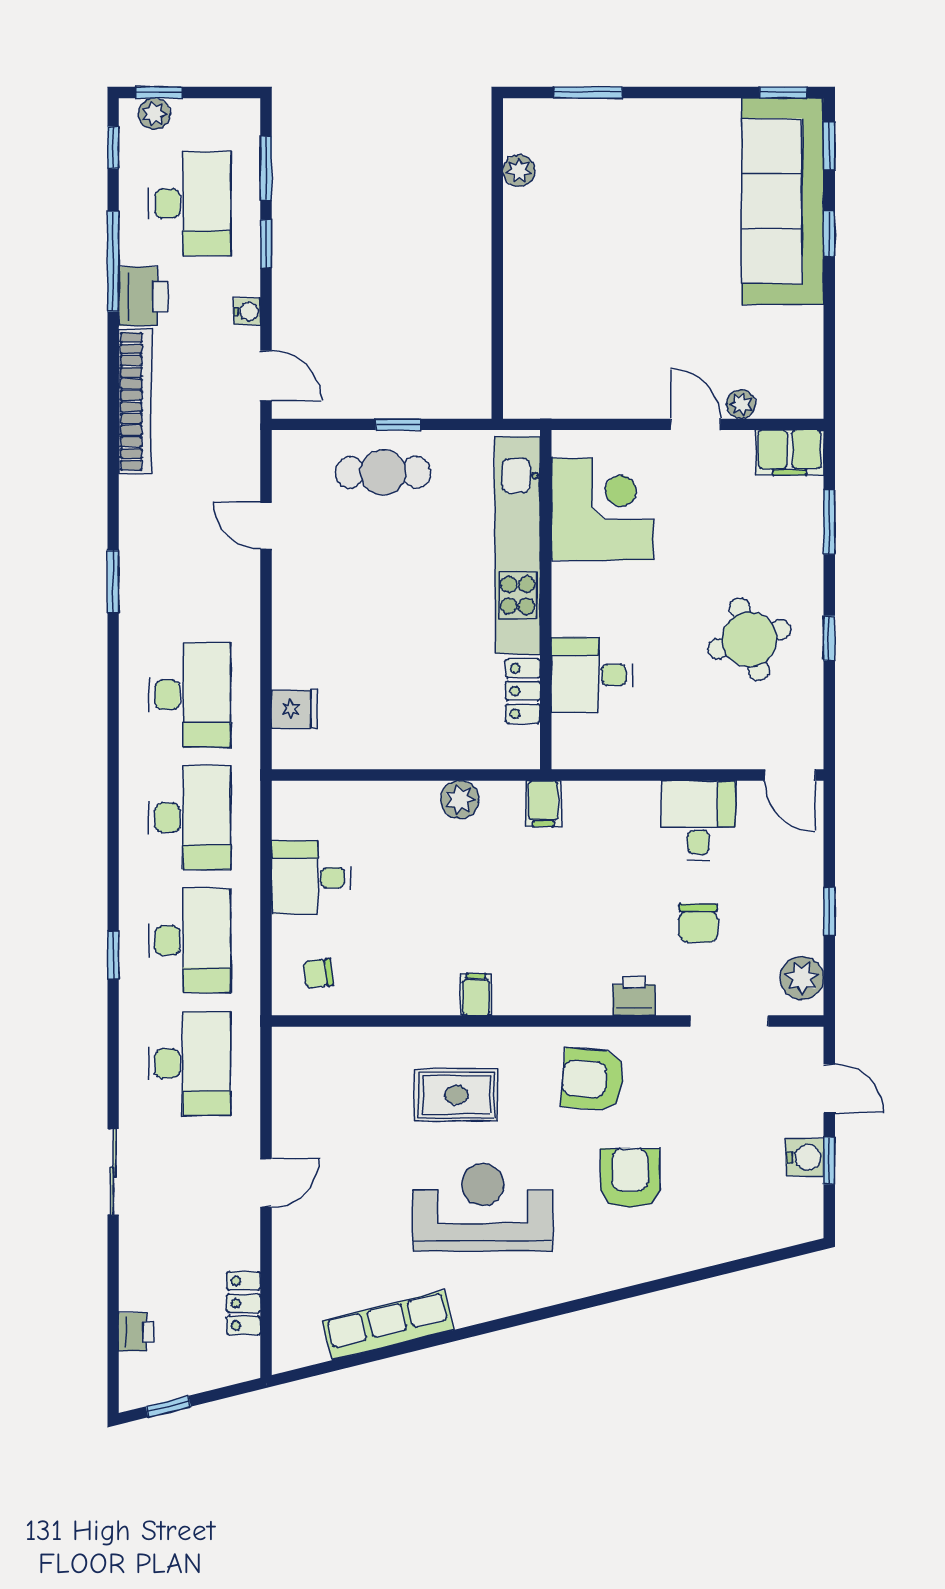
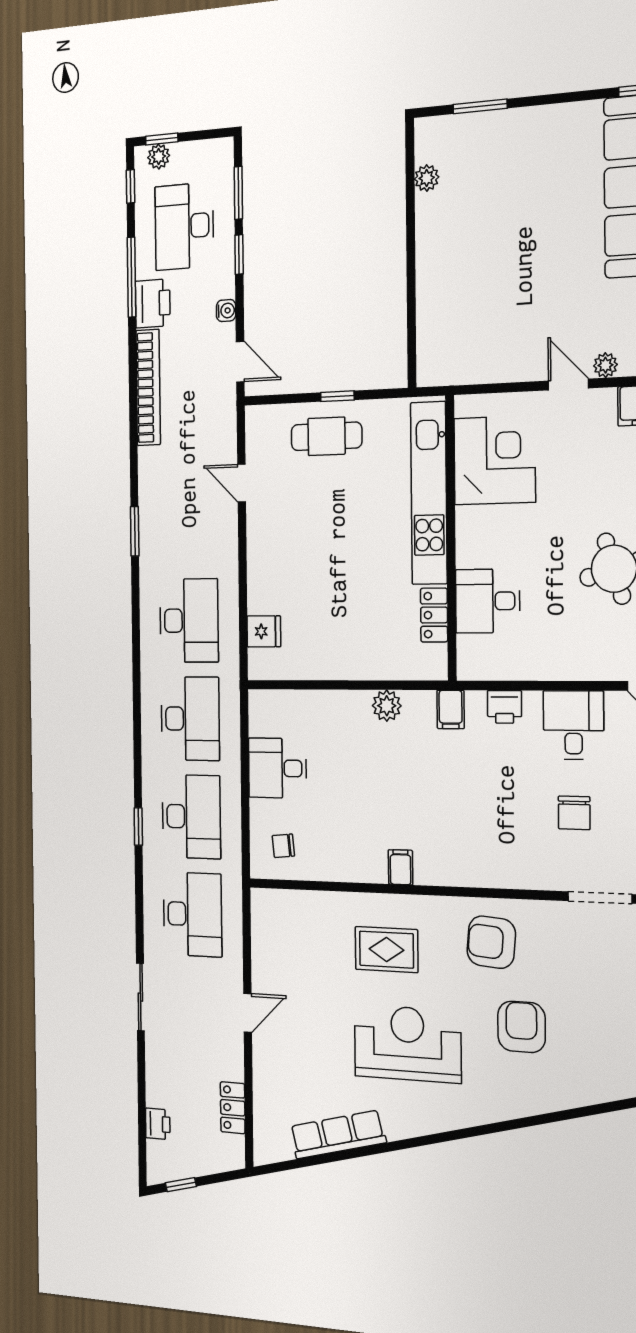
desk: (190, 203) -> (184, 226), turned 180
printer: (634, 996) -> (504, 707), moved, turned 180

